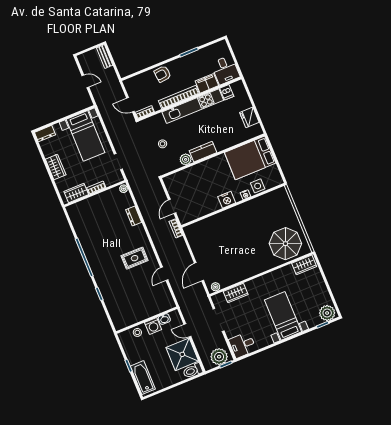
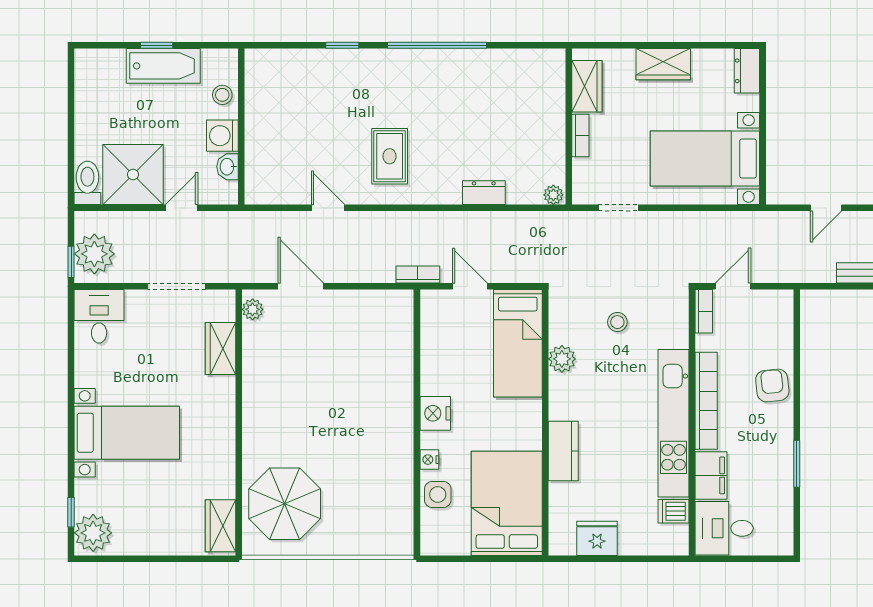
kitchen counter: (203, 152) -> (563, 451), moved
bed: (187, 179) -> (518, 343), added
bathtub: (143, 378) -> (163, 66), moved

